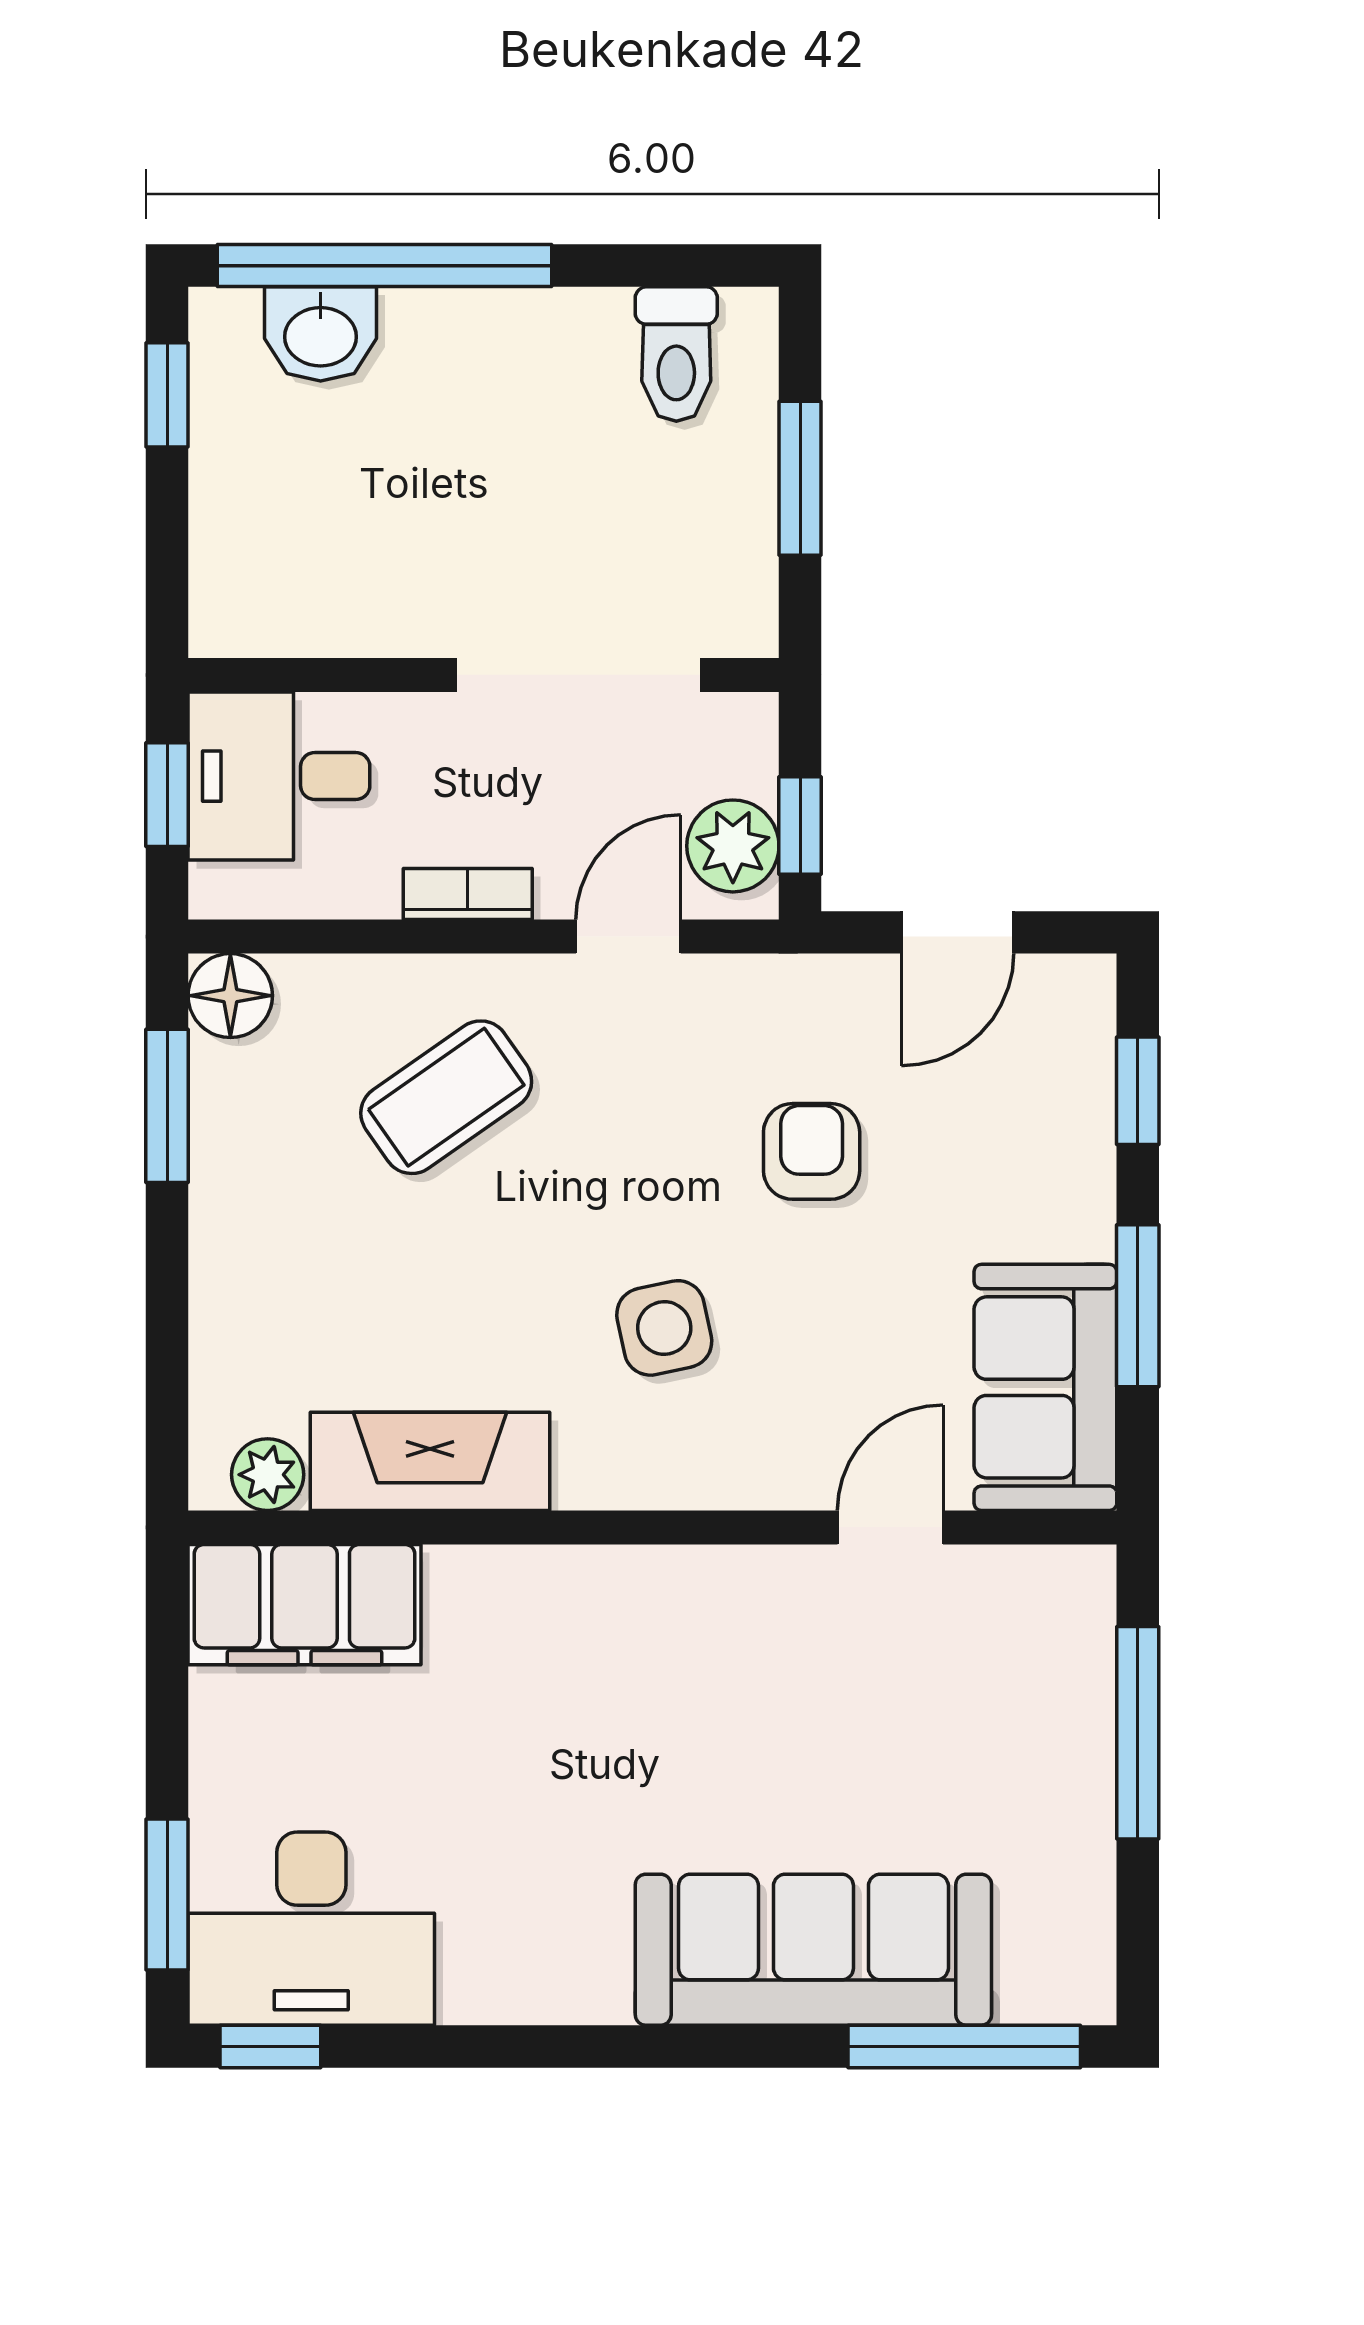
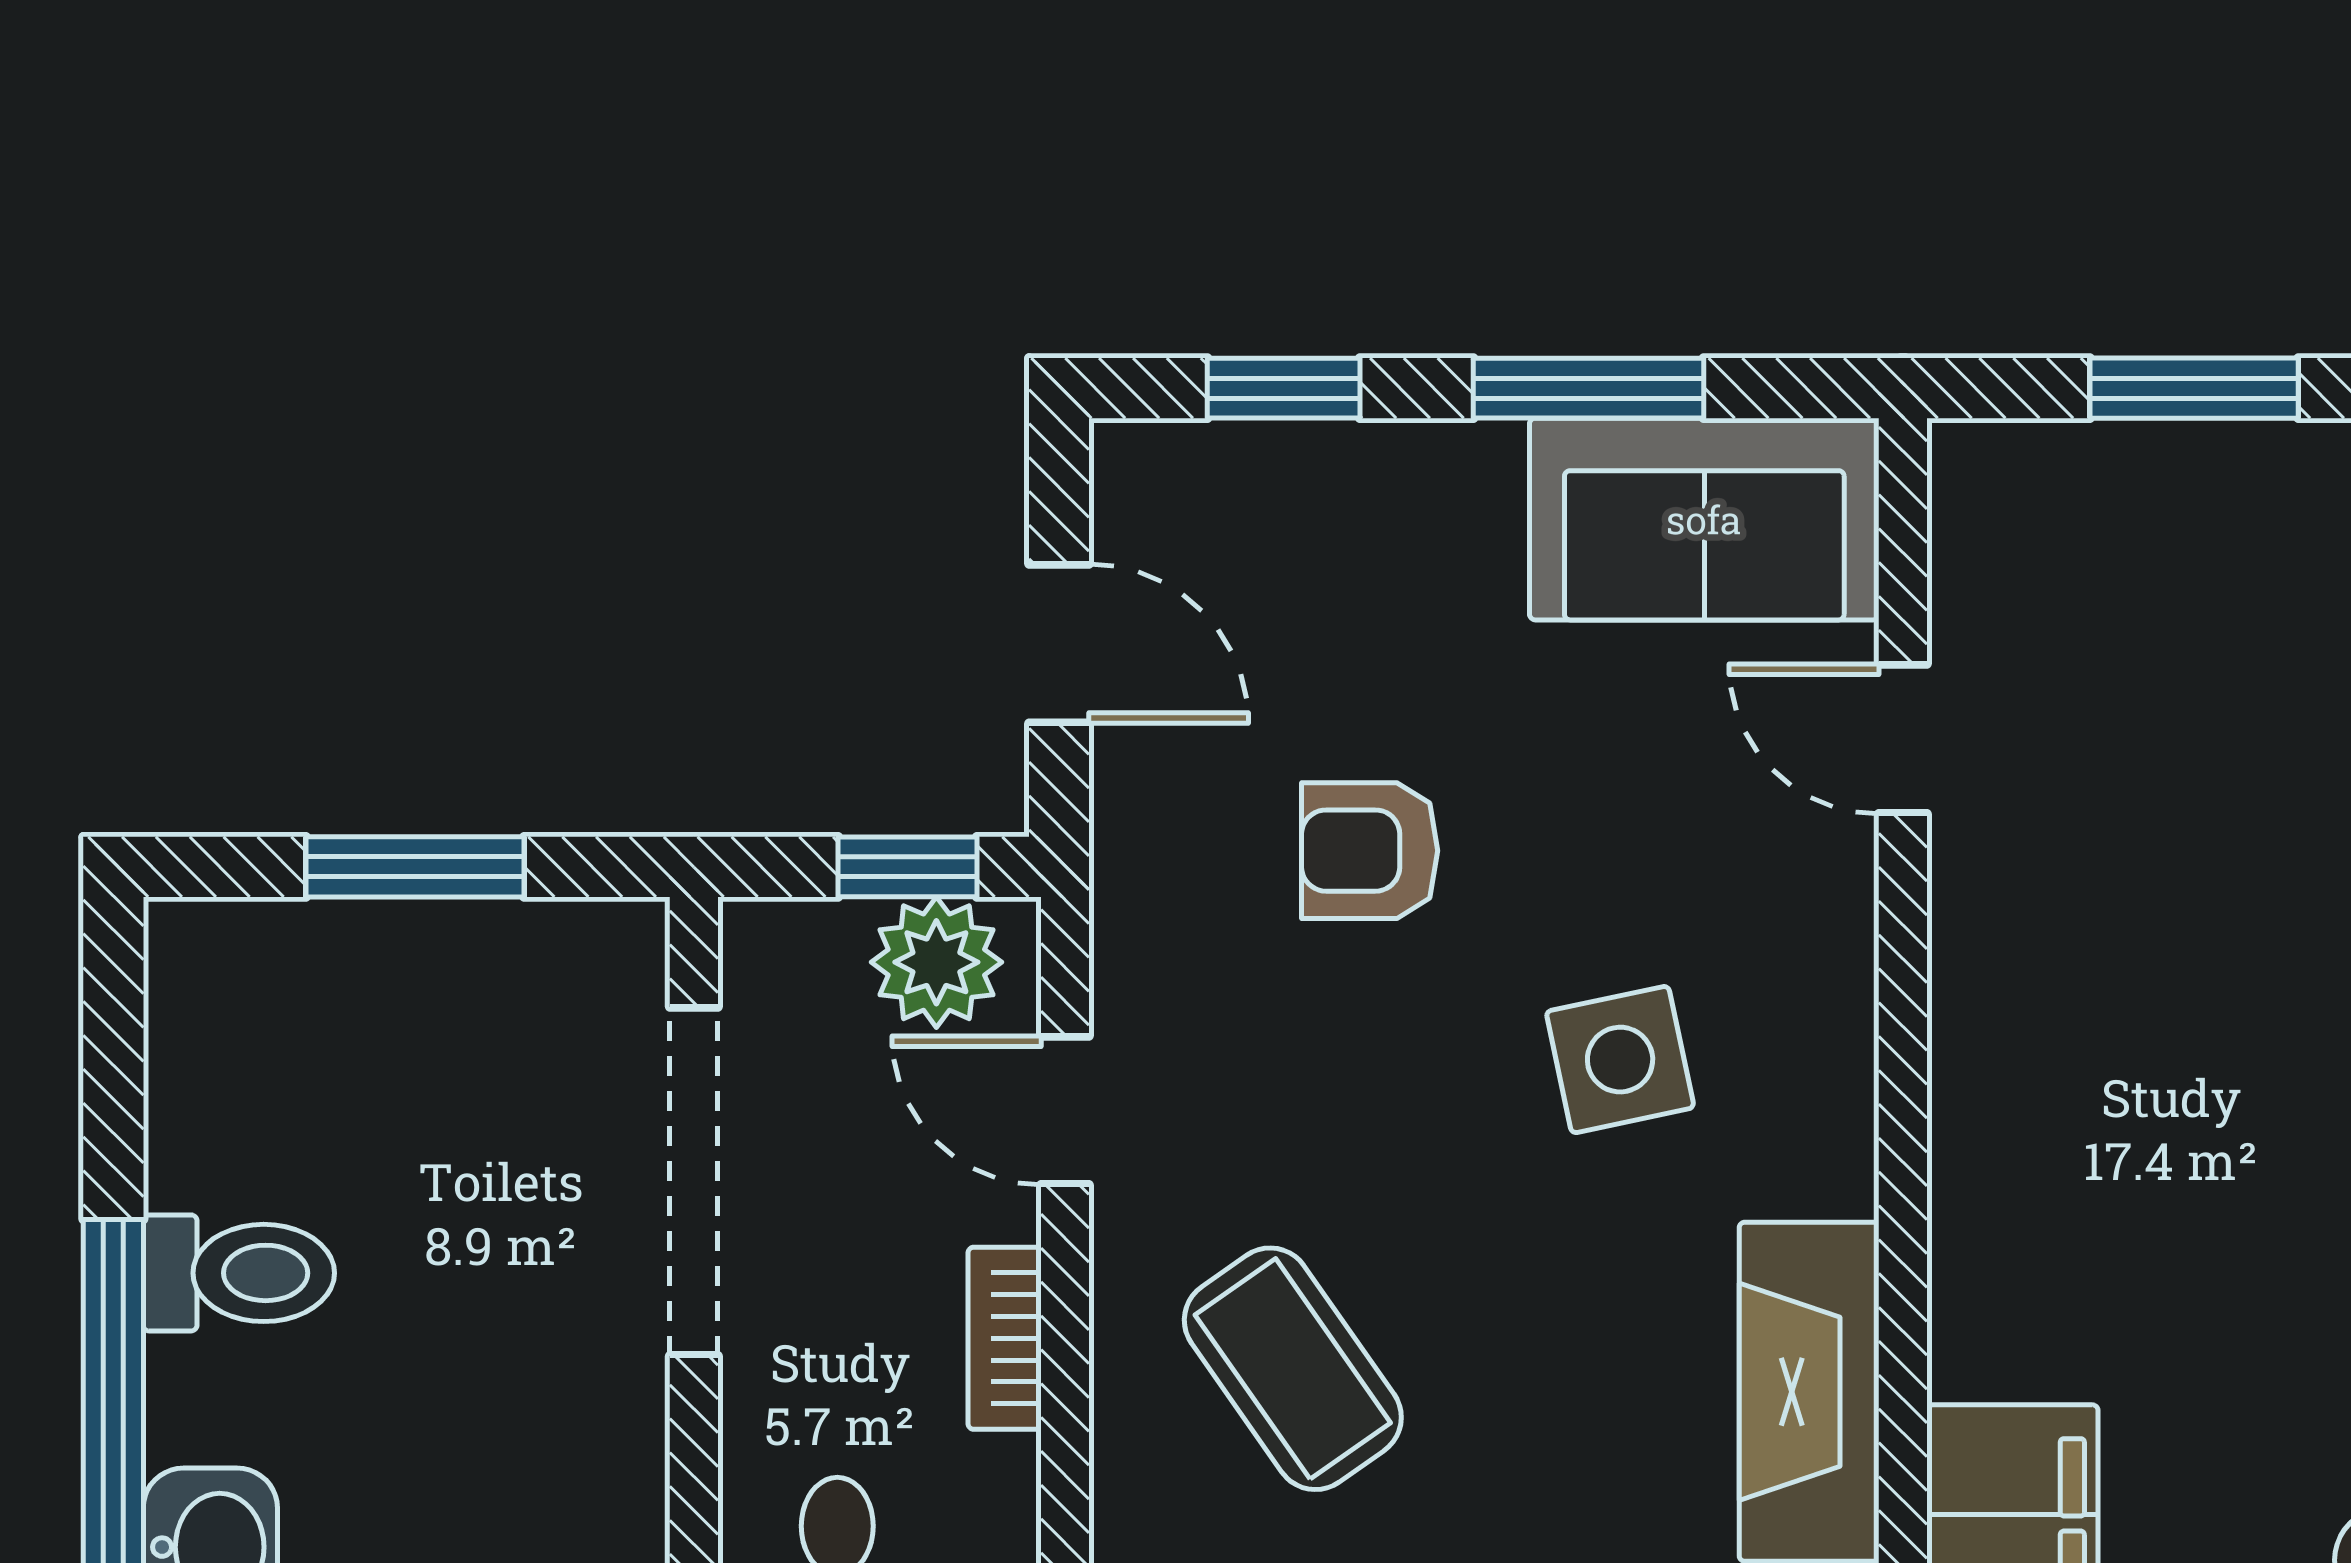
toilet: (676, 354) -> (239, 1273), moved
window: (1138, 1733) -> (2194, 388), width x0.69

